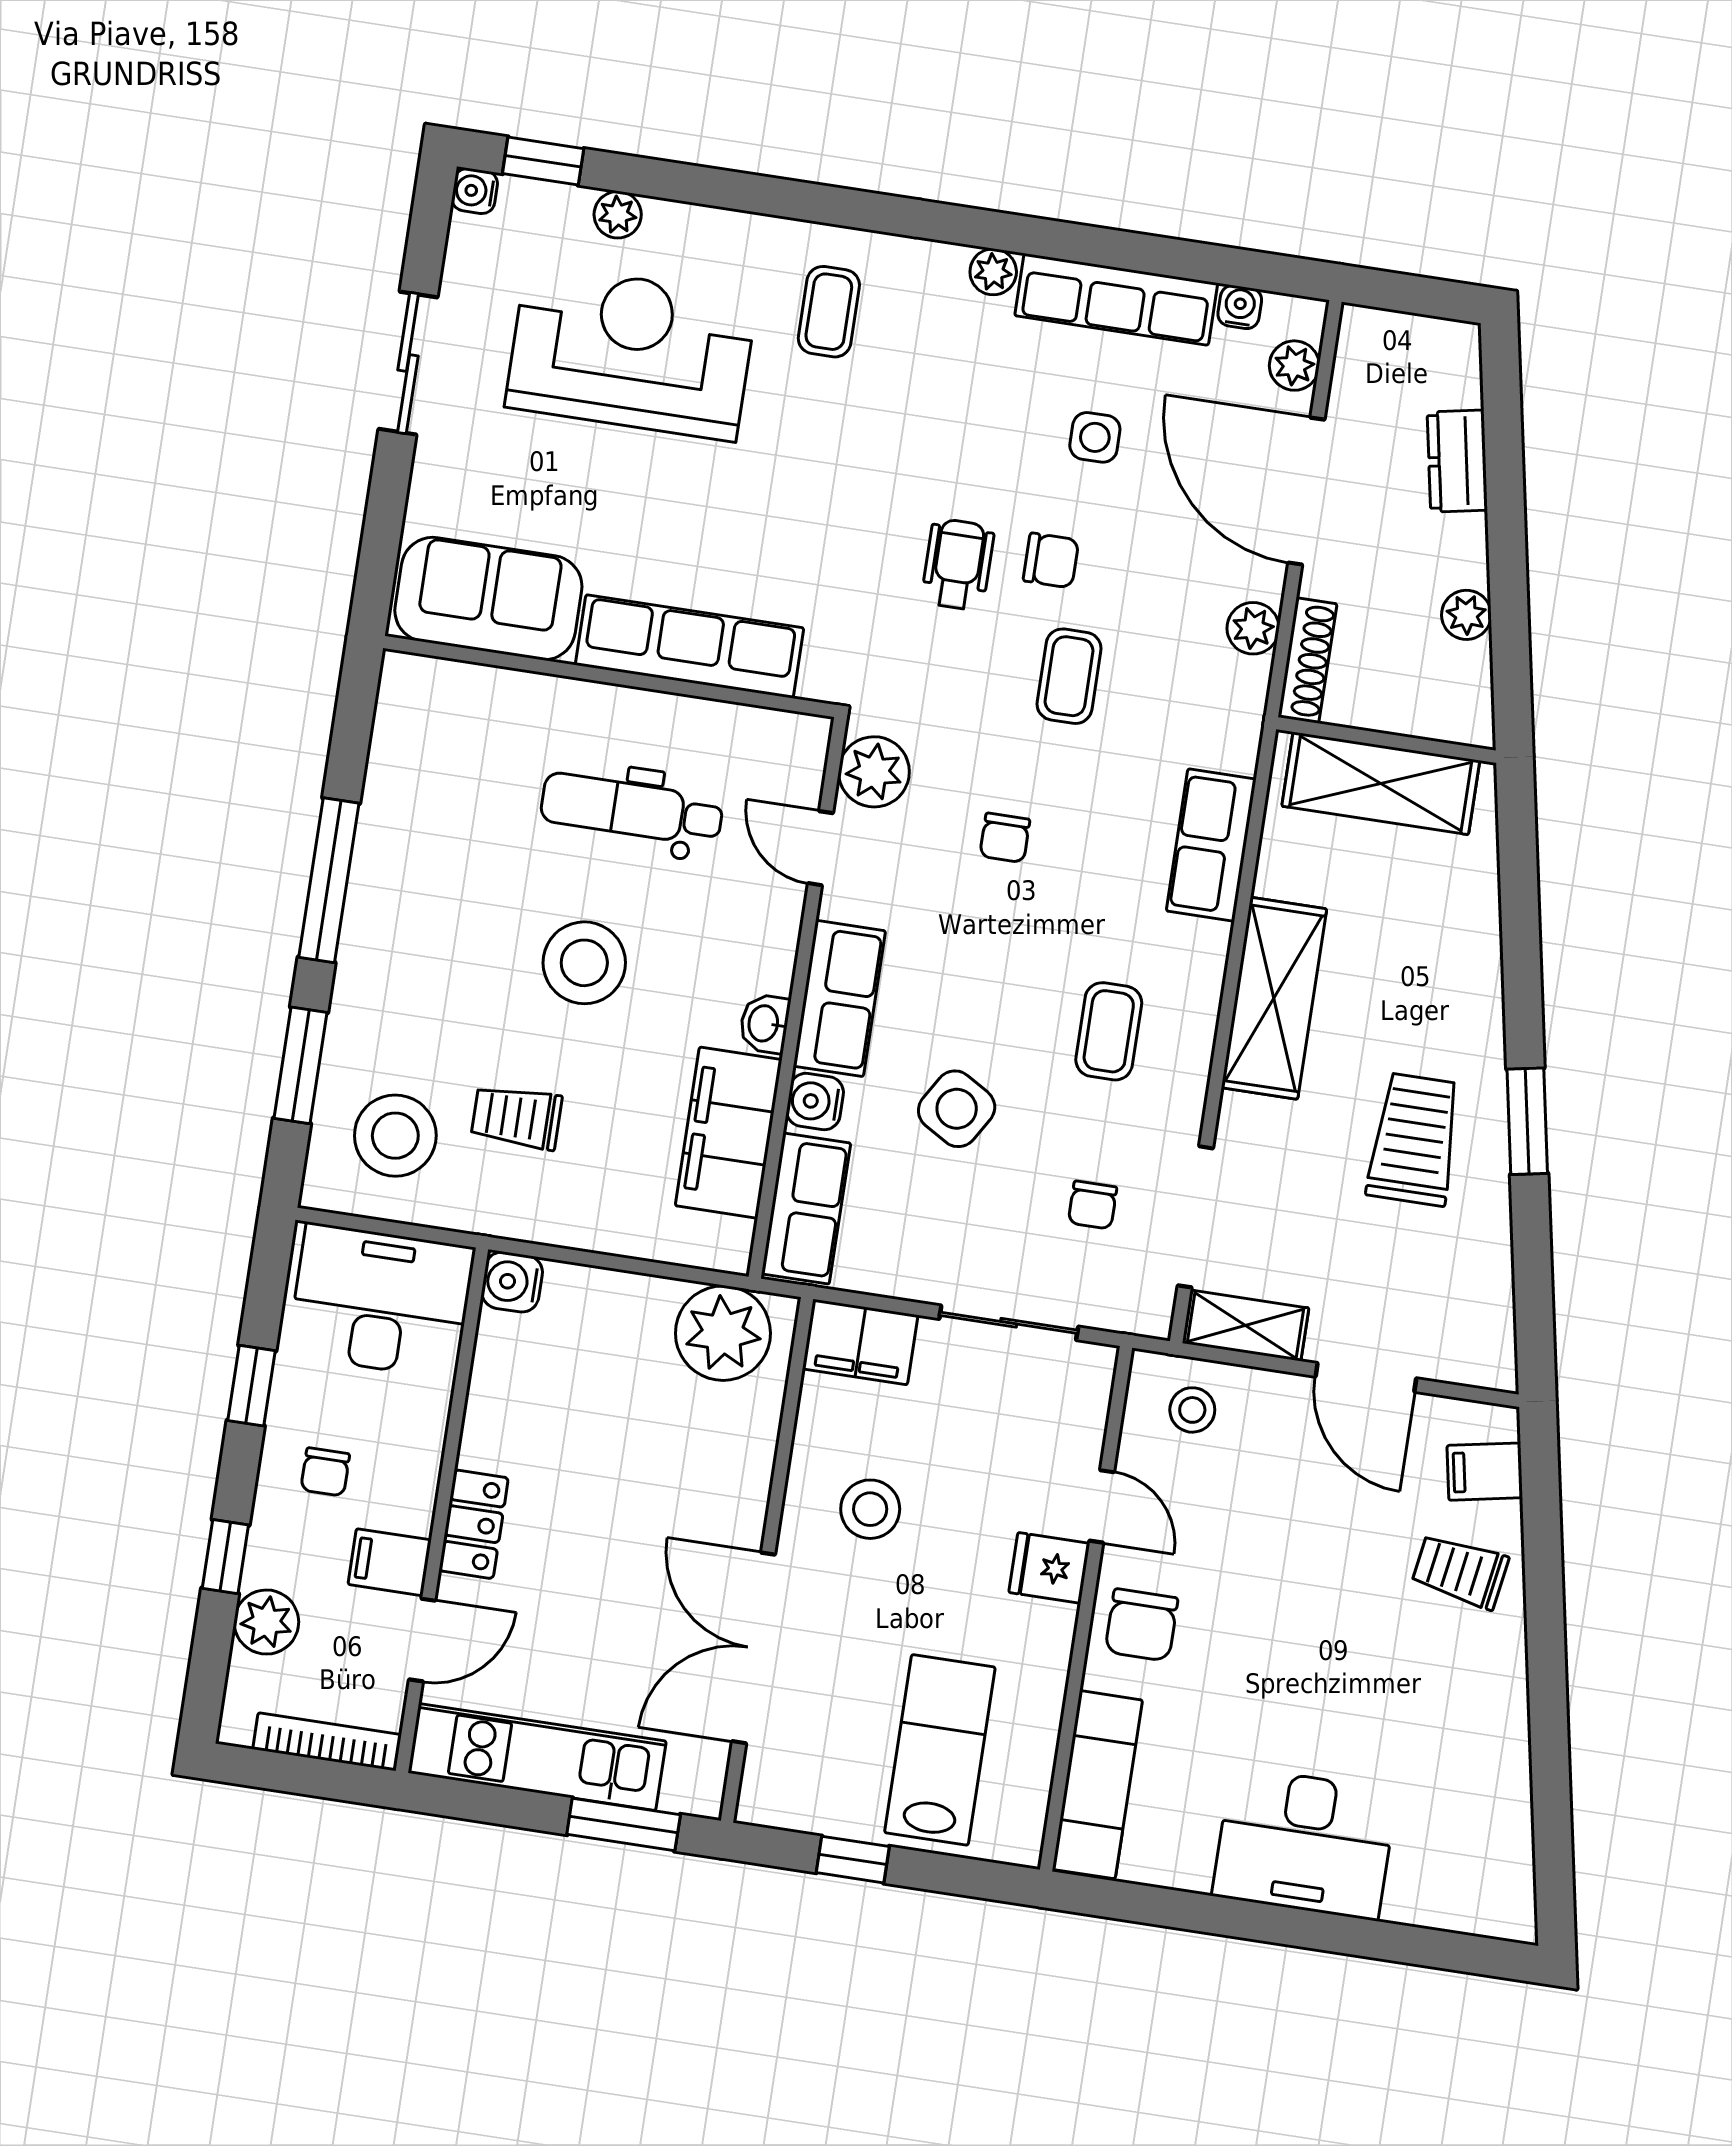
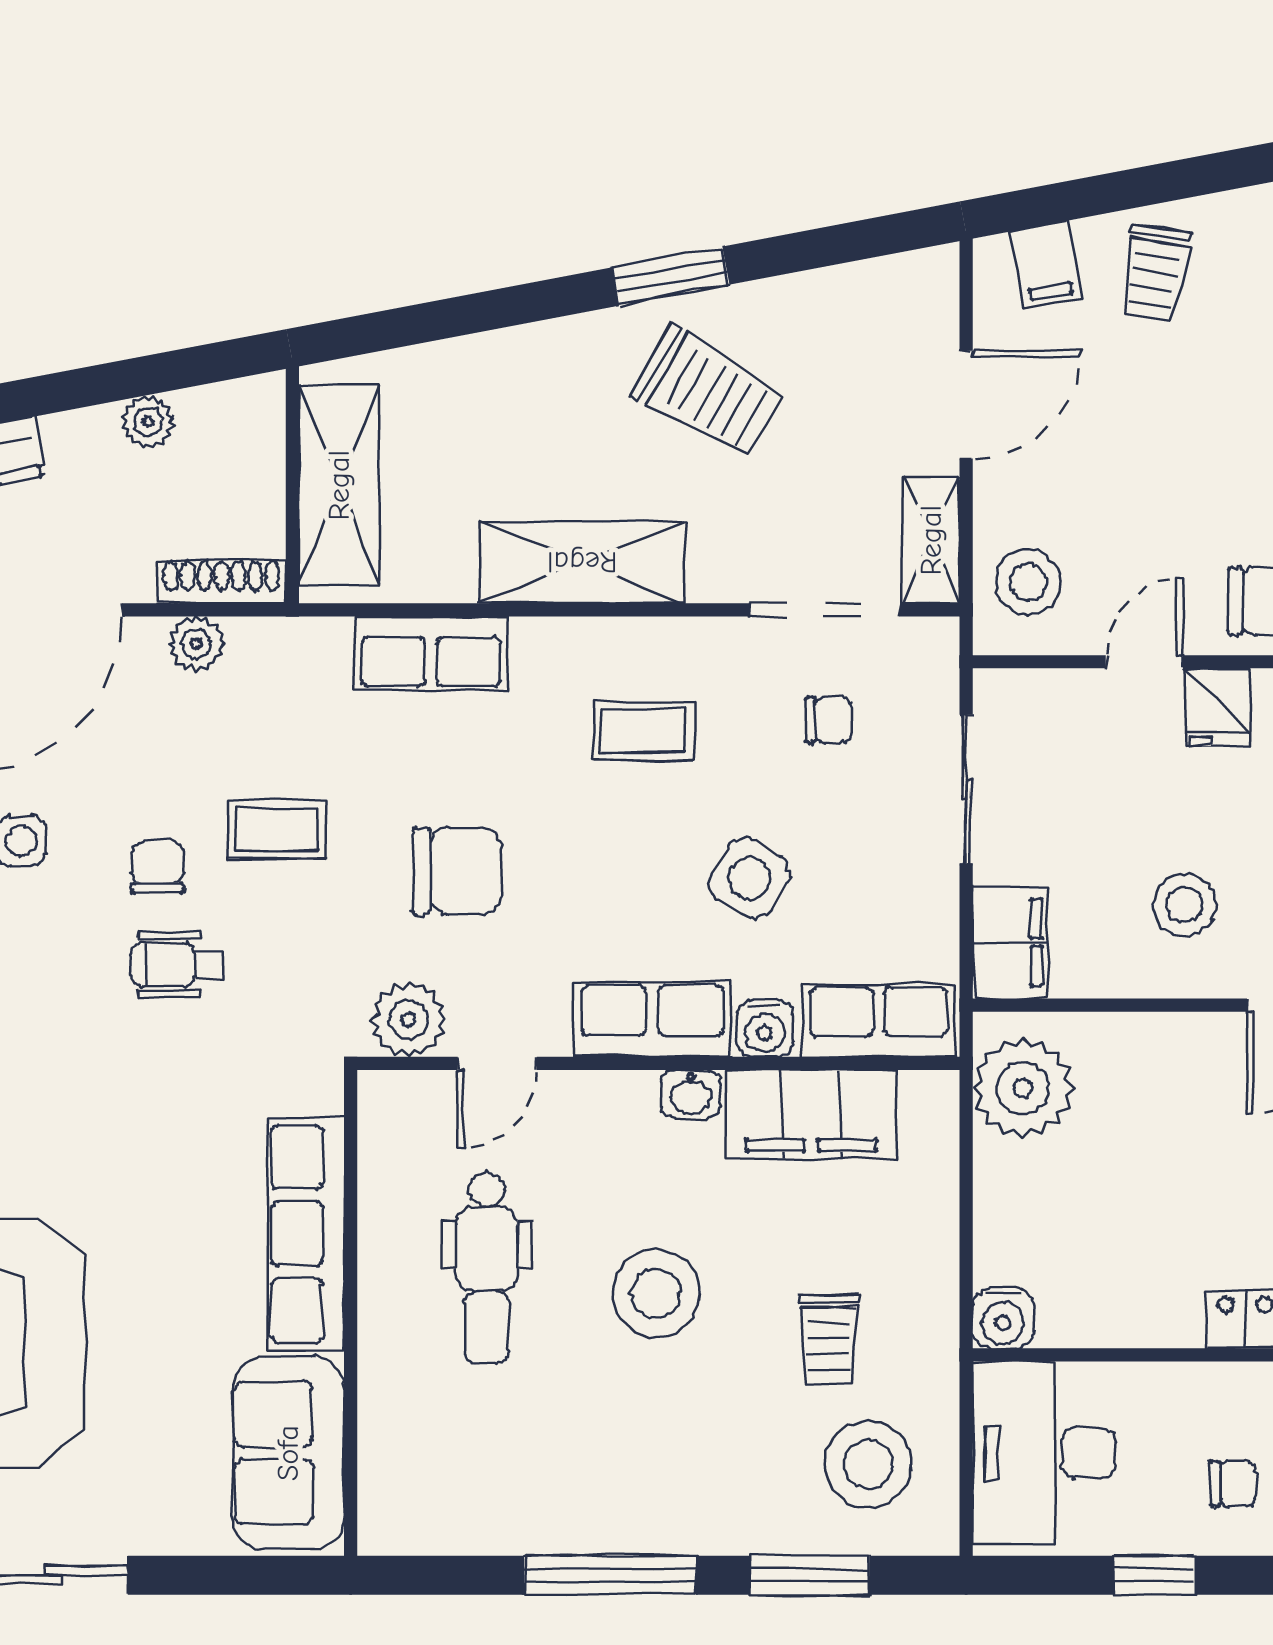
chair: (1005, 838) -> (457, 871), width x1.87, depth x1.87
trolley: (1414, 1139) -> (708, 392), turned -150
stool: (1192, 1410) -> (1028, 582), width x1.37, depth x1.37

